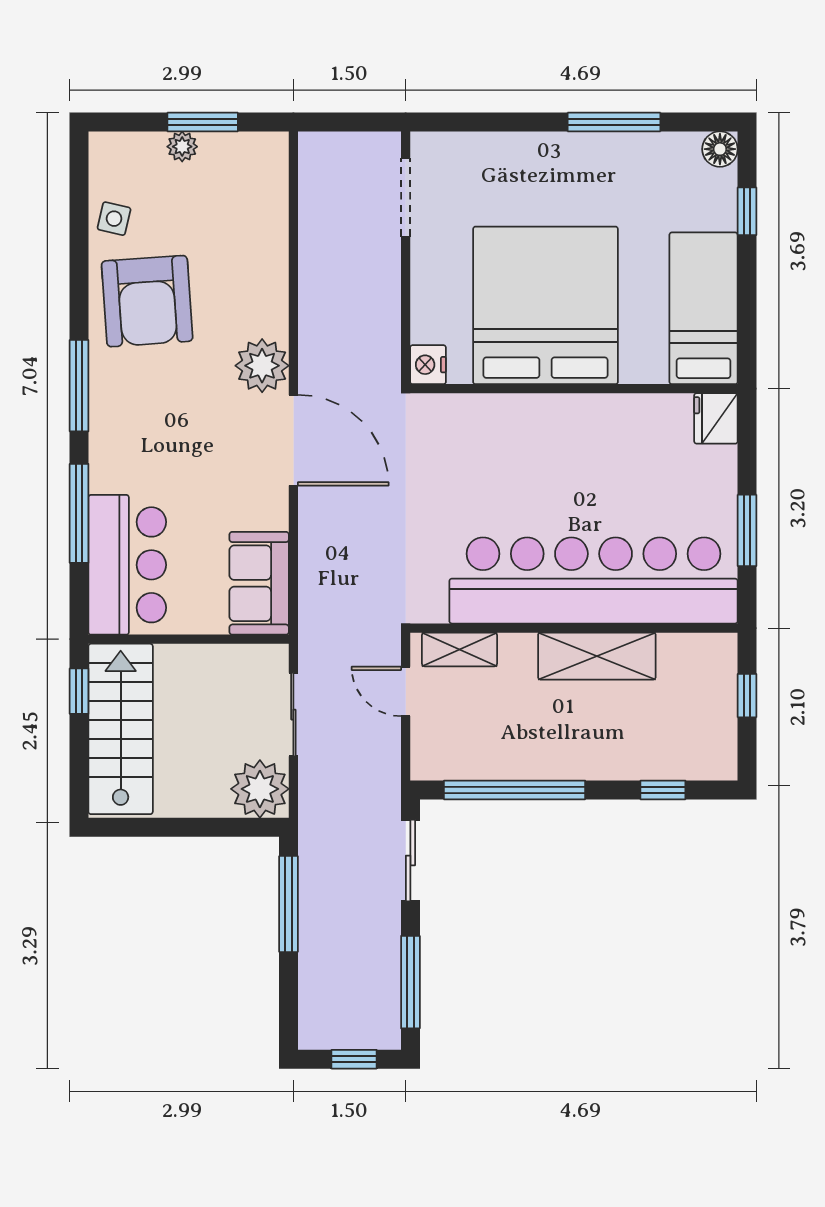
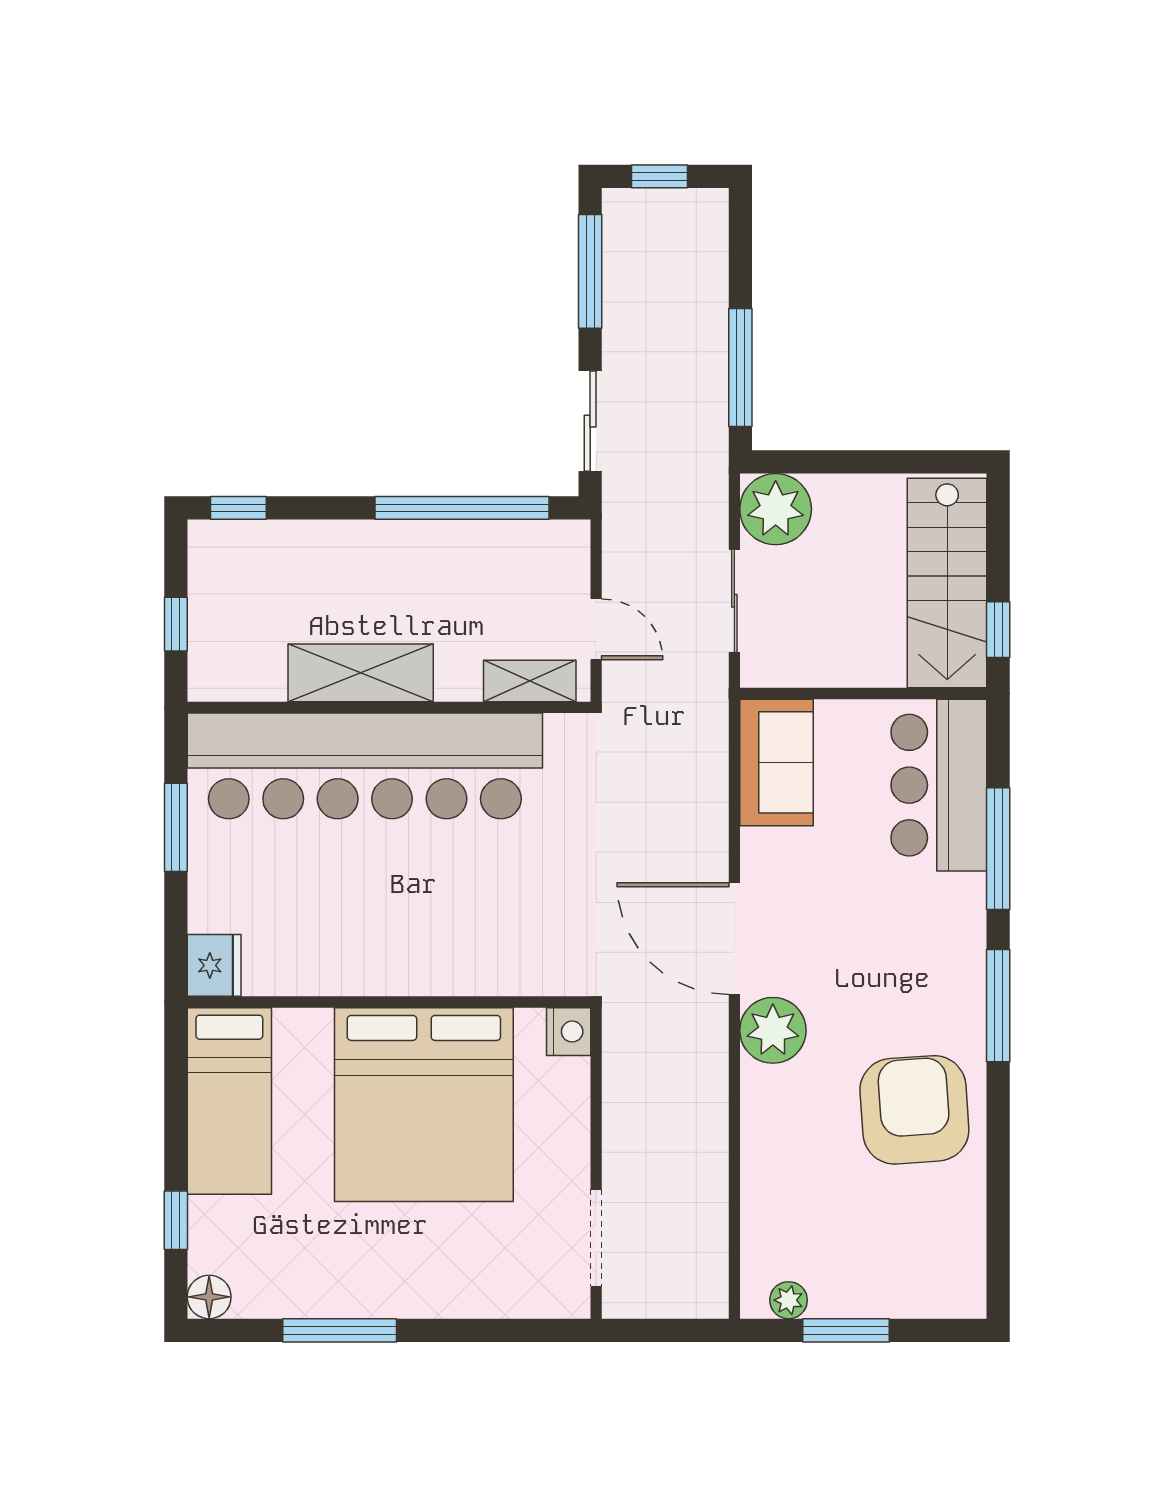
plant: (182, 147) -> (789, 1300), moved
side table: (114, 219) -> (955, 1211), removed
window: (663, 790) -> (238, 508), moved

